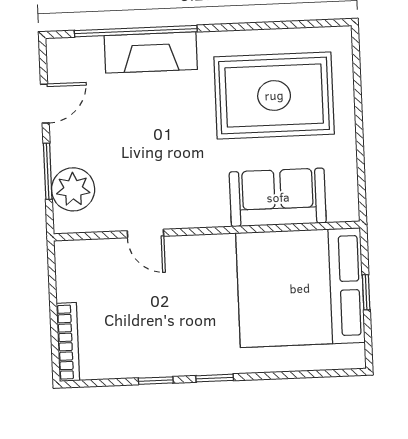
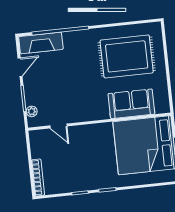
fireplace: (151, 52) -> (41, 43), moved
plant: (73, 189) -> (32, 111), width x0.53, depth x0.53
door: (145, 233) -> (58, 126), moved

